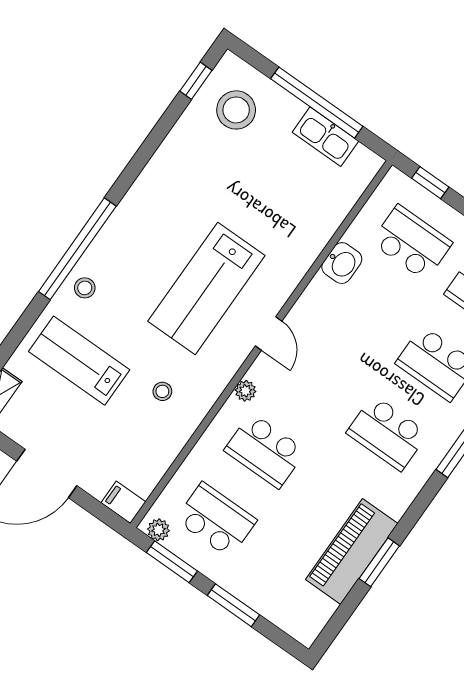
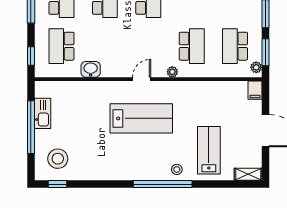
lab bench: (79, 361) -> (209, 150), turned 180
stool: (162, 391) -> (197, 106), removed

